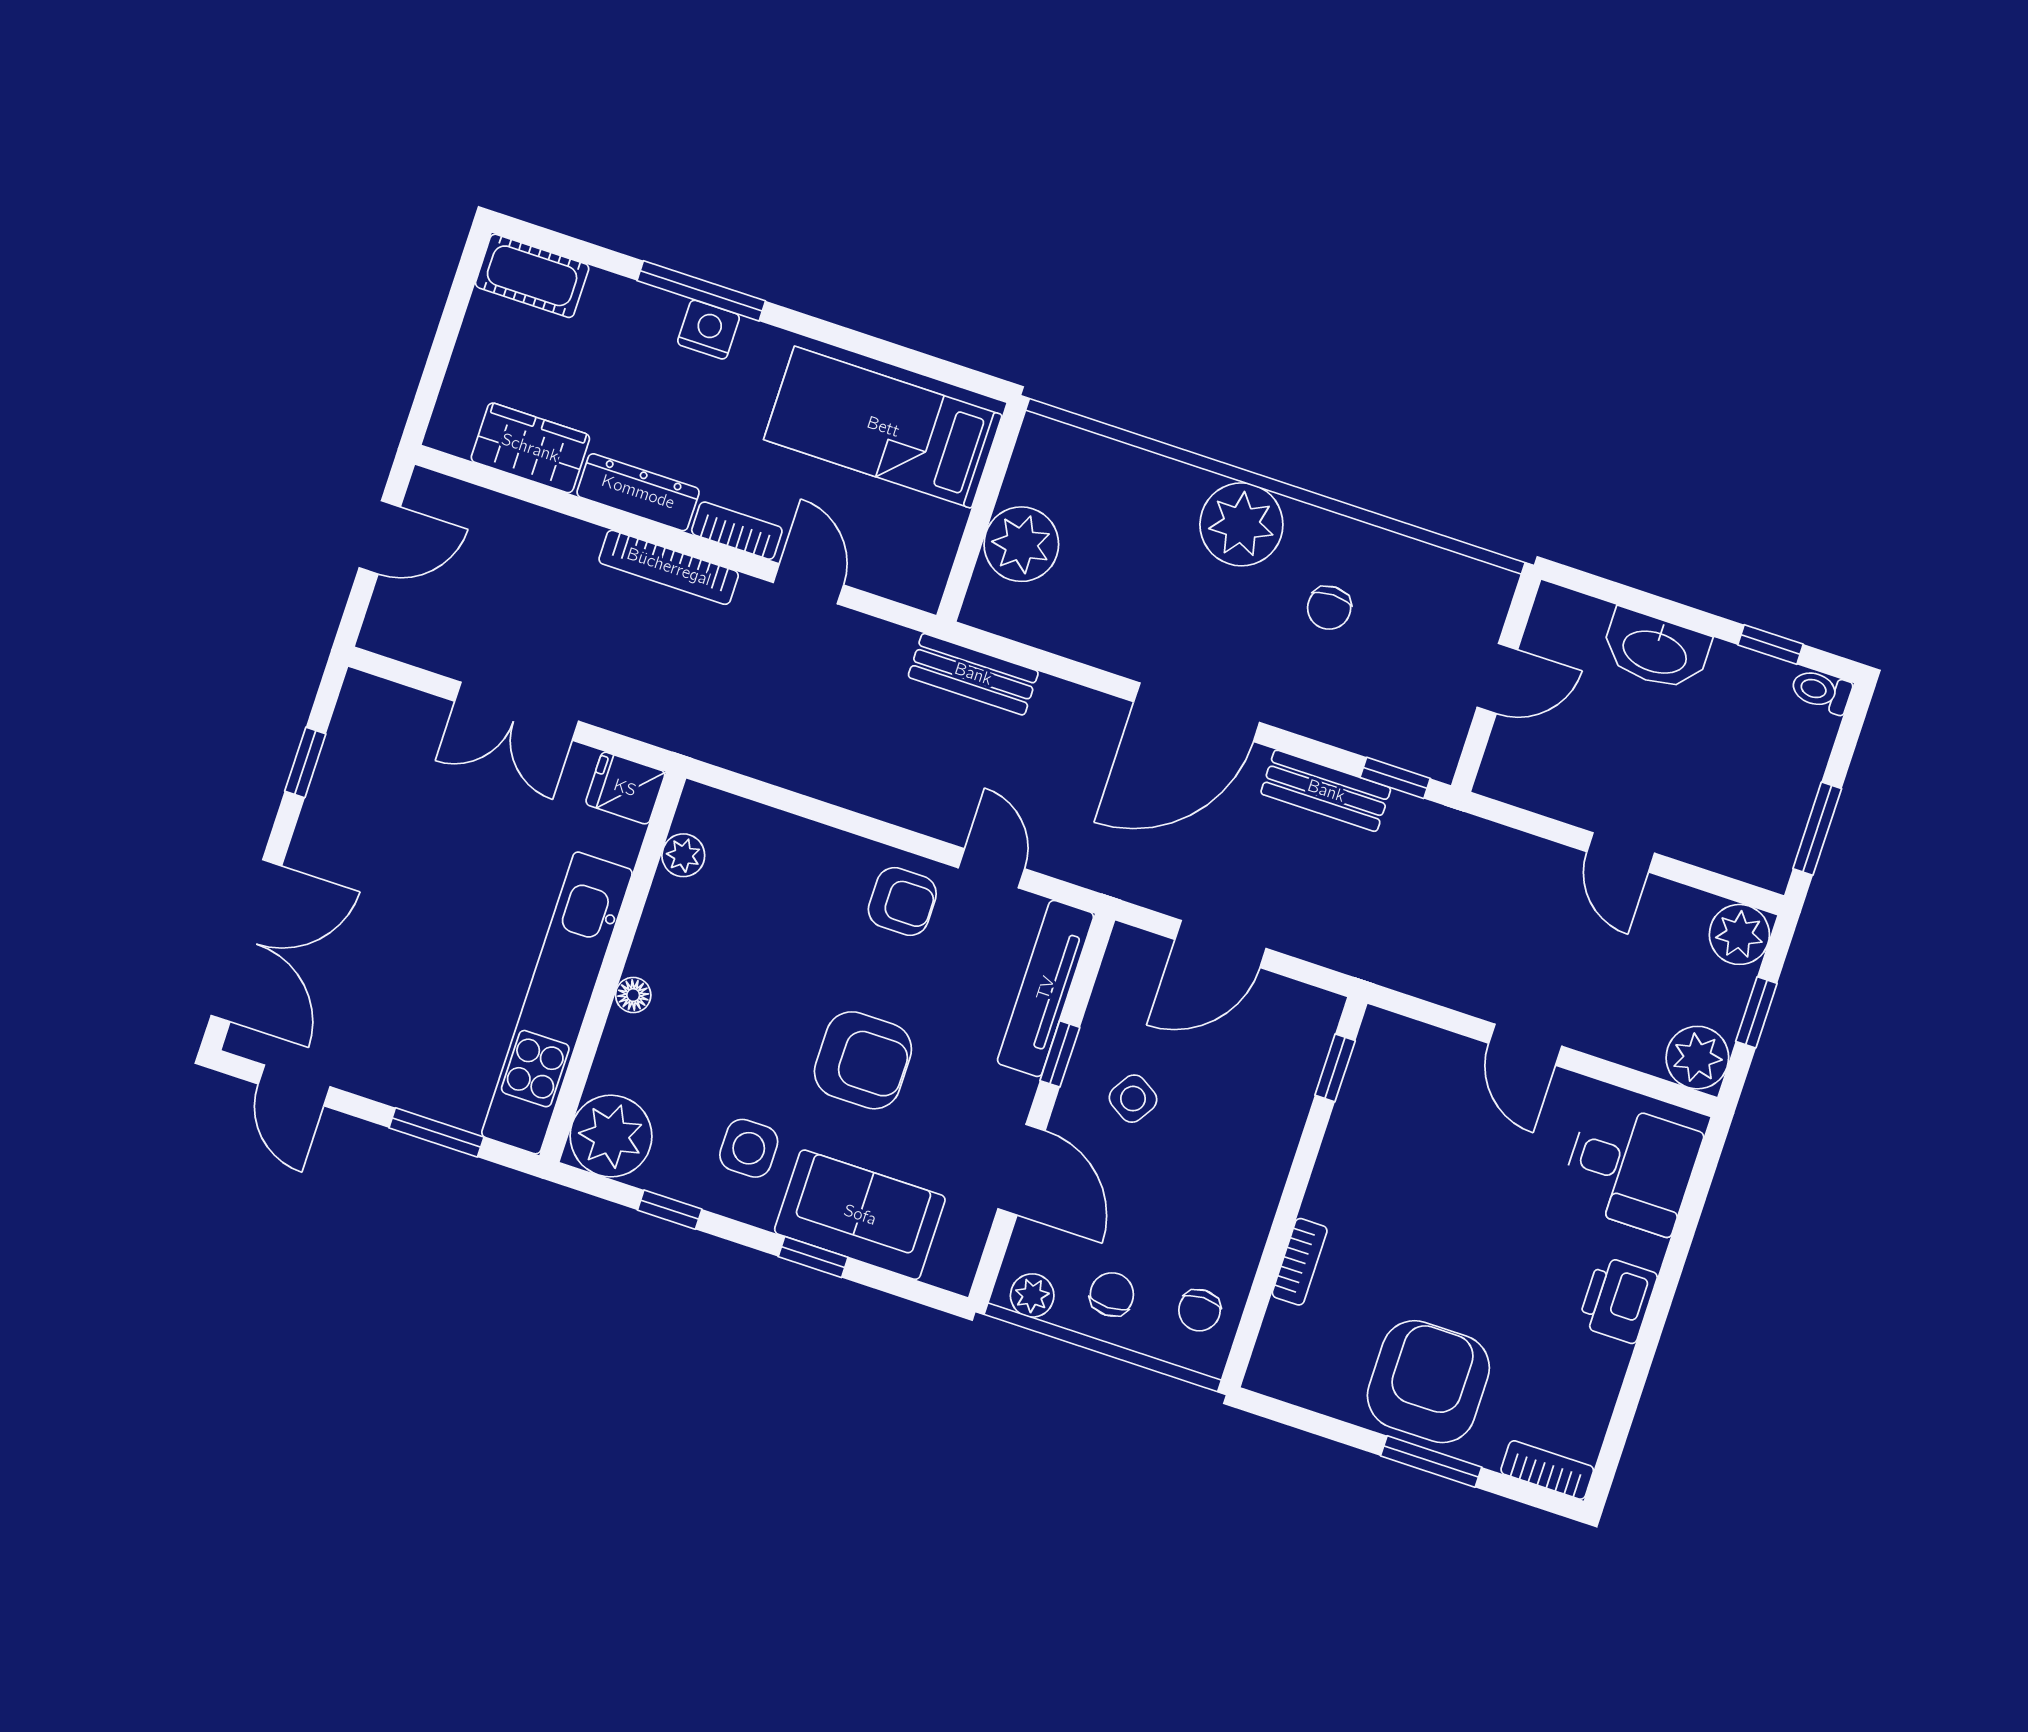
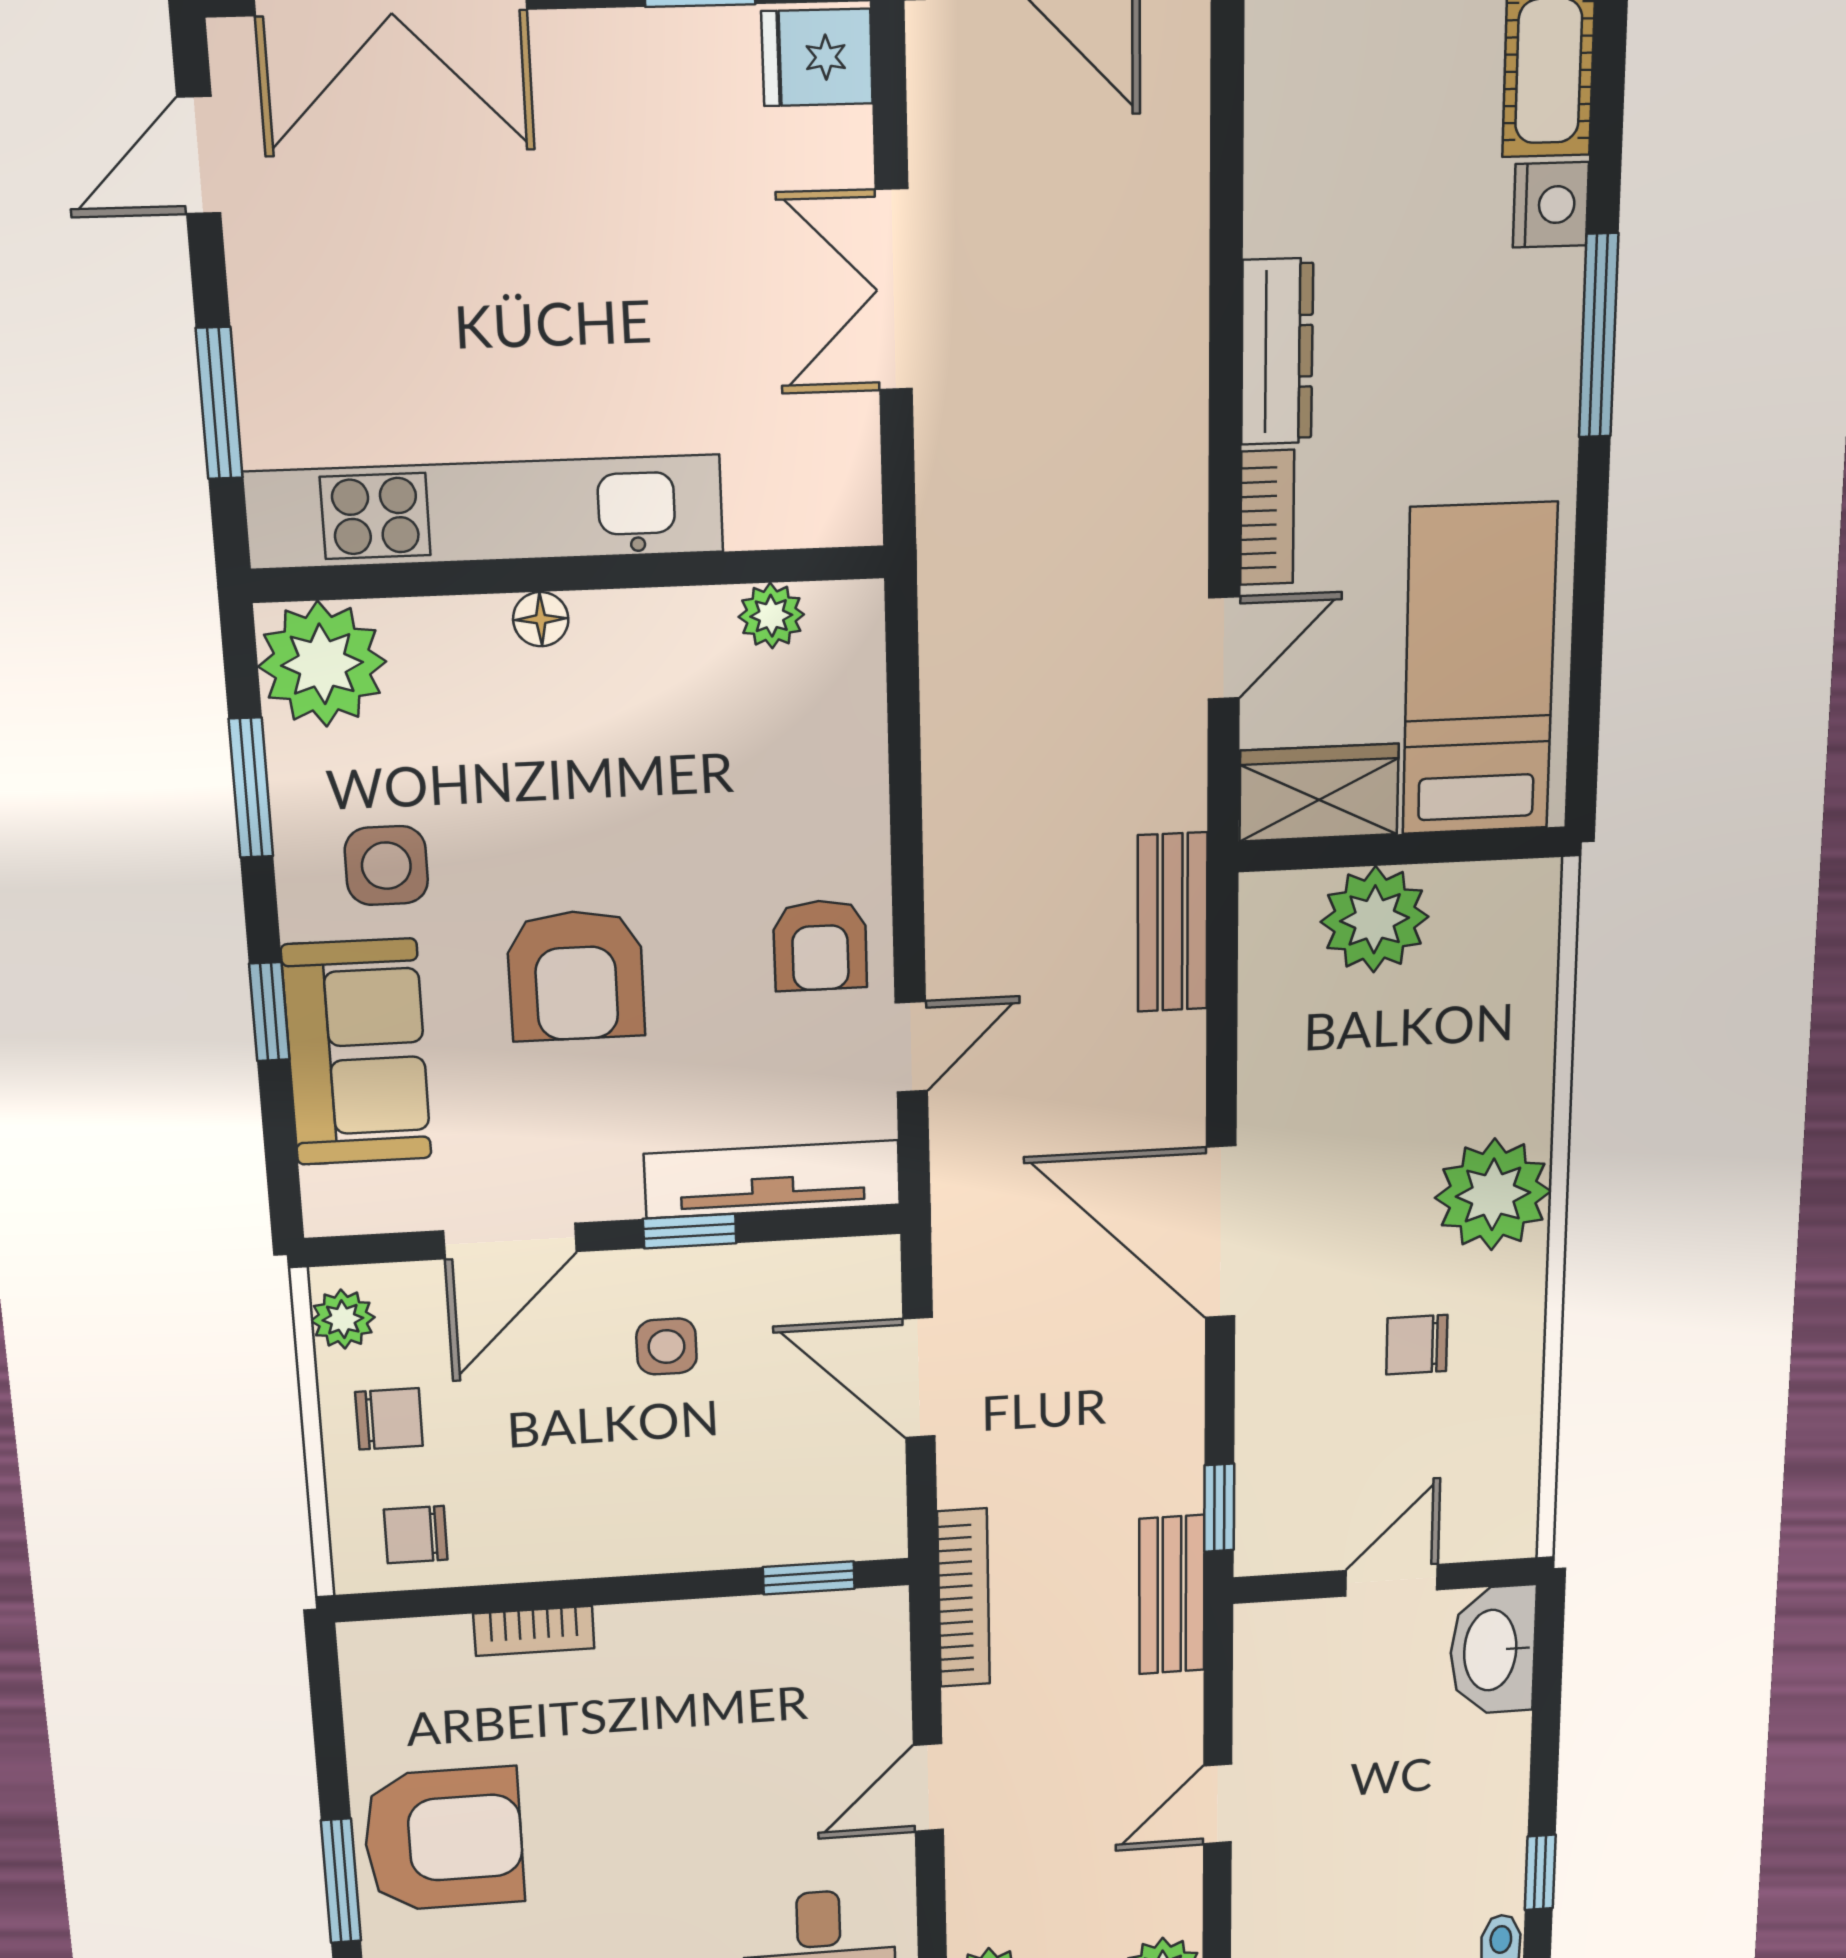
nightstand: (709, 330) -> (1551, 205), moved
wardrobe: (530, 448) -> (1319, 793), moved, turned -90
bookcase: (669, 567) -> (964, 1598), moved, turned 180
washbasin: (1655, 650) -> (1493, 1650), moved
door: (1497, 678) -> (1392, 1580), swing flipped
fridge: (625, 788) -> (817, 57), moved, turned -90
bench: (1326, 791) -> (1172, 1595), moved
side table: (1133, 1099) -> (667, 1346), turned -32
window: (670, 1210) -> (251, 788), width x1.50

